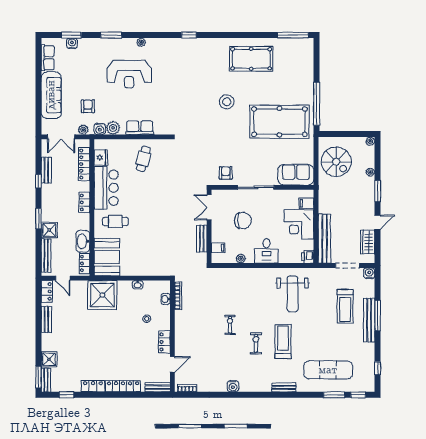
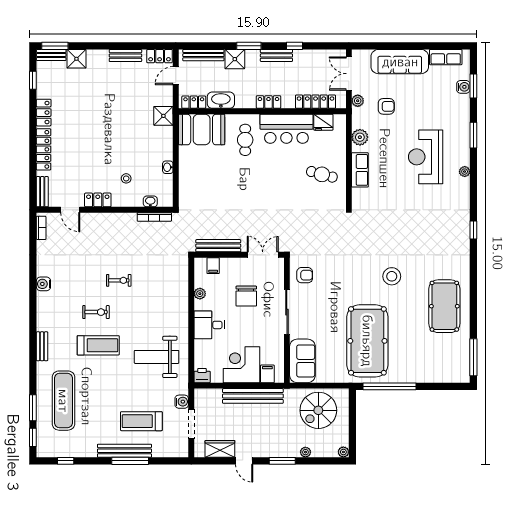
water cooler: (100, 129) -> (359, 121), removed
bench: (46, 170) -> (276, 55), moved
bench: (202, 239) -> (218, 246), width x1.36
bench: (324, 239) -> (253, 396), moved
water cooler: (369, 273) -> (182, 402), moved
shower: (102, 295) -> (163, 116), width x0.54, depth x0.54

